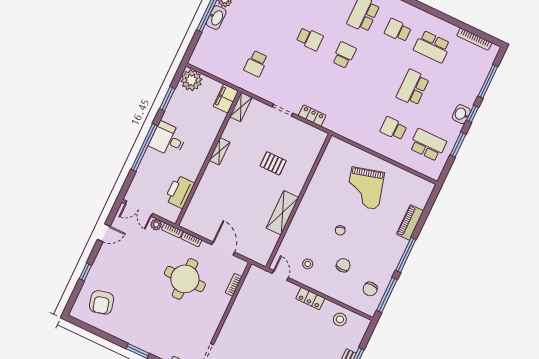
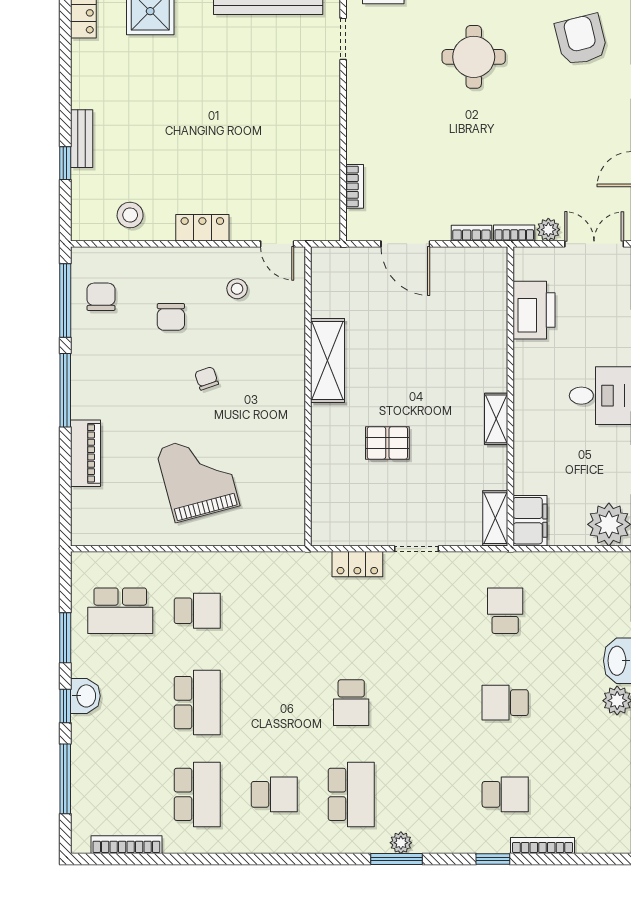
school desk: (310, 39) -> (505, 703), moved
school desk: (432, 47) -> (197, 794), turned 90
round table: (185, 279) -> (474, 57), moved, width x0.73, depth x0.73

